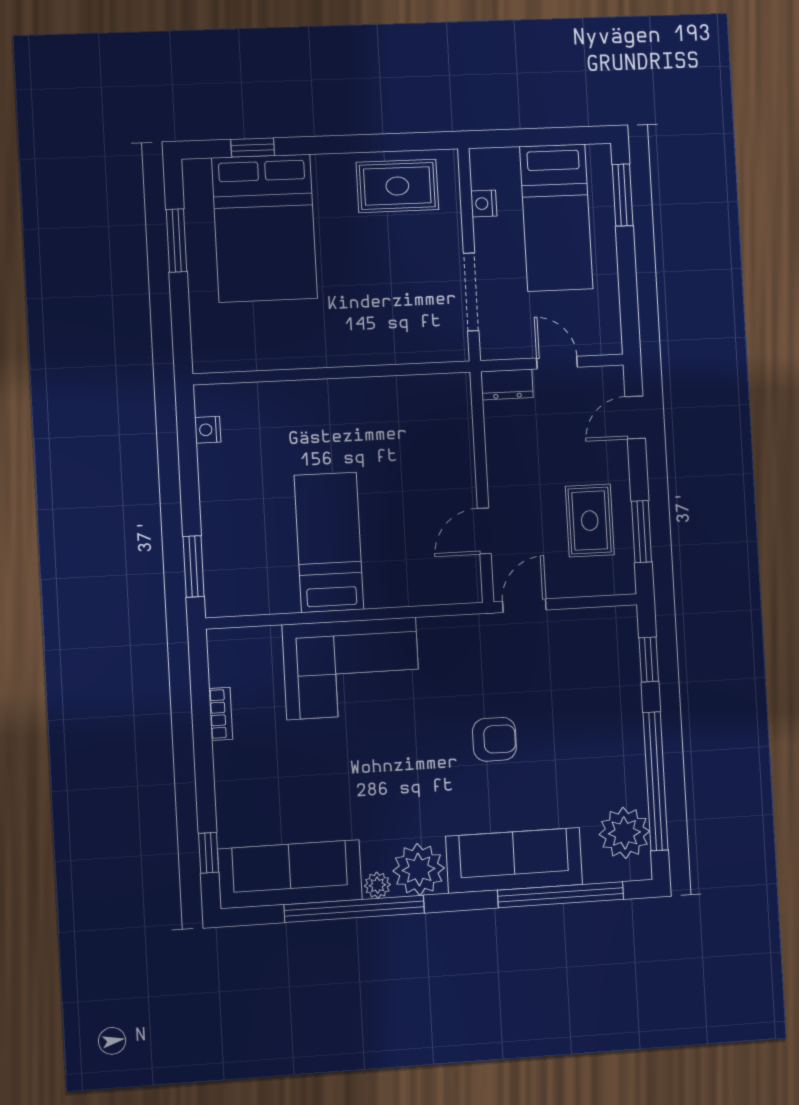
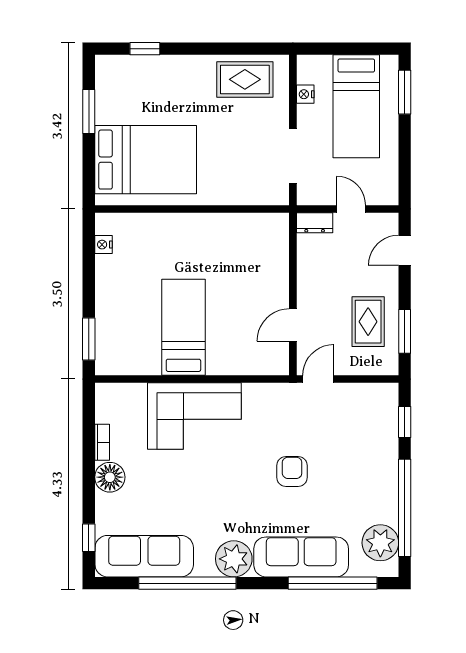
bed: (265, 228) -> (146, 160), moved, turned -90
armchair: (494, 739) -> (292, 471), turned -90
floor lamp: (234, 764) -> (110, 477), added
plant: (377, 885) -> (204, 568), removed

